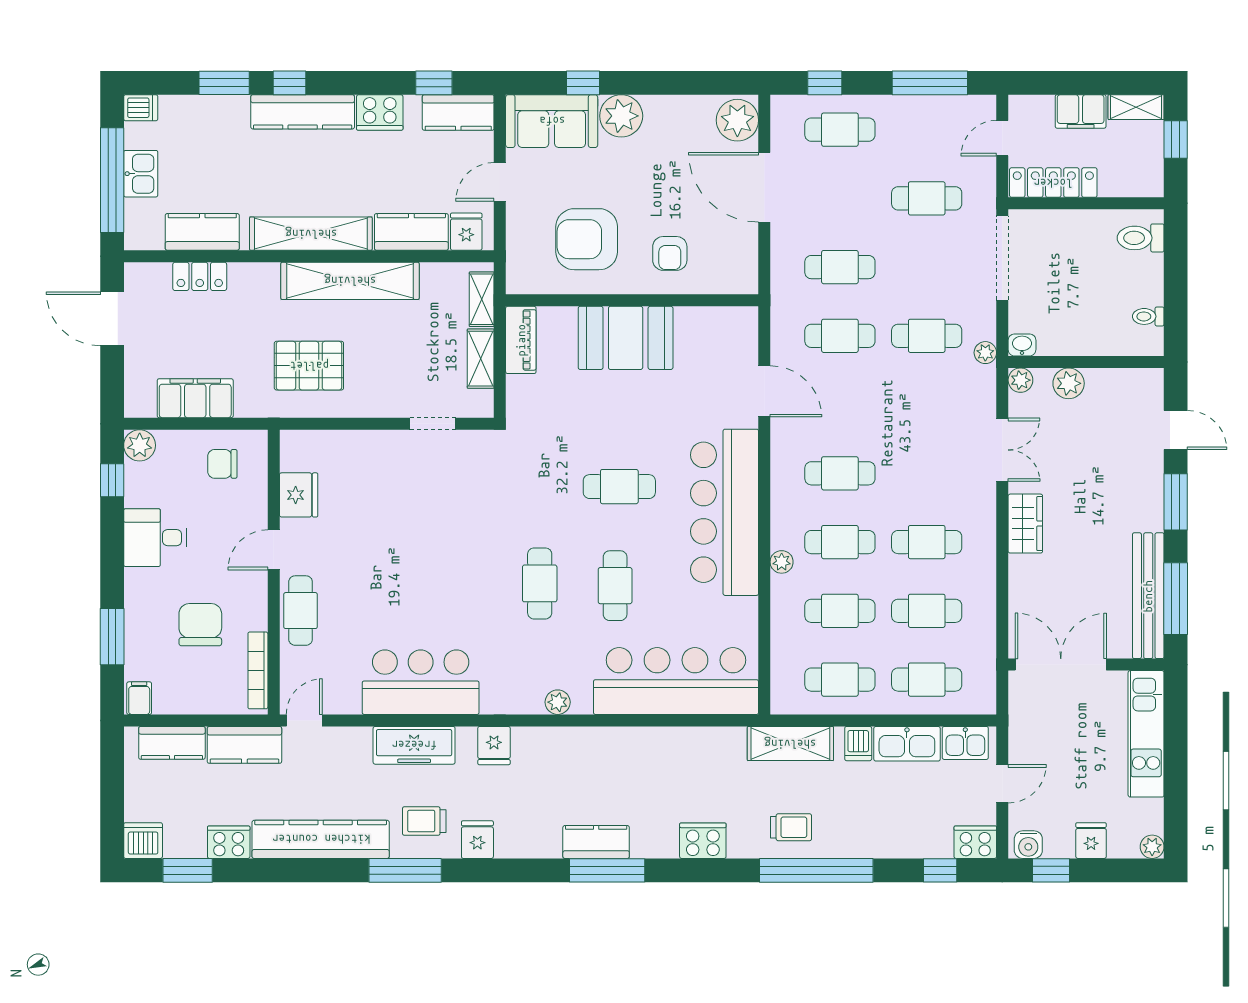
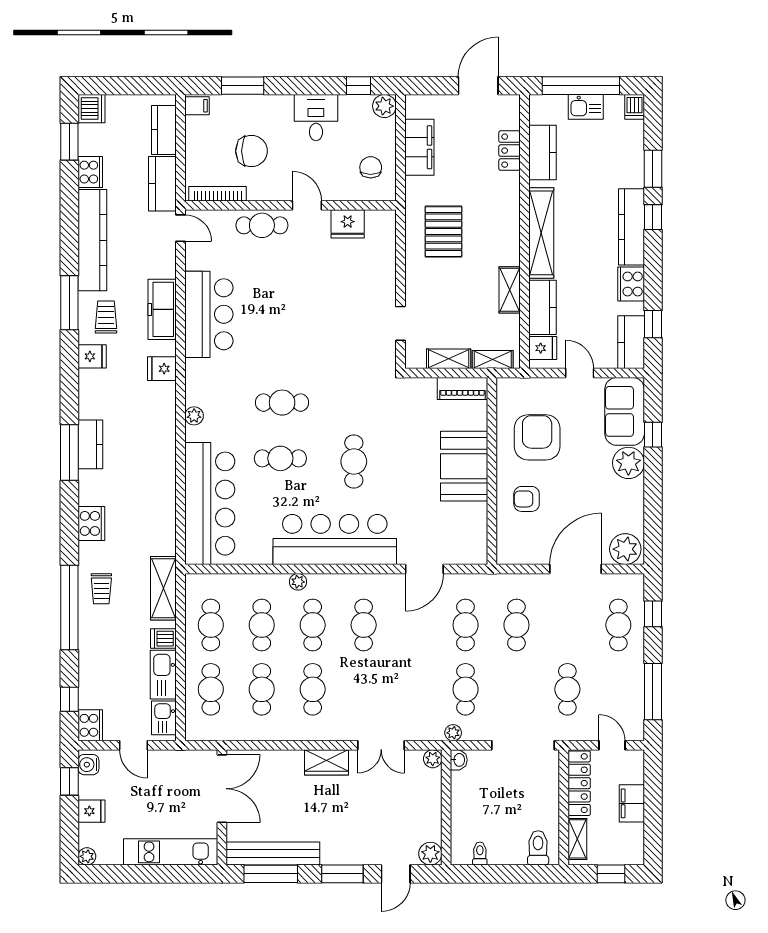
shelving: (1136, 107) -> (577, 839), moved
shelving: (350, 281) -> (510, 290), width x0.45, depth x0.75
plant: (1069, 383) -> (430, 854), moved

